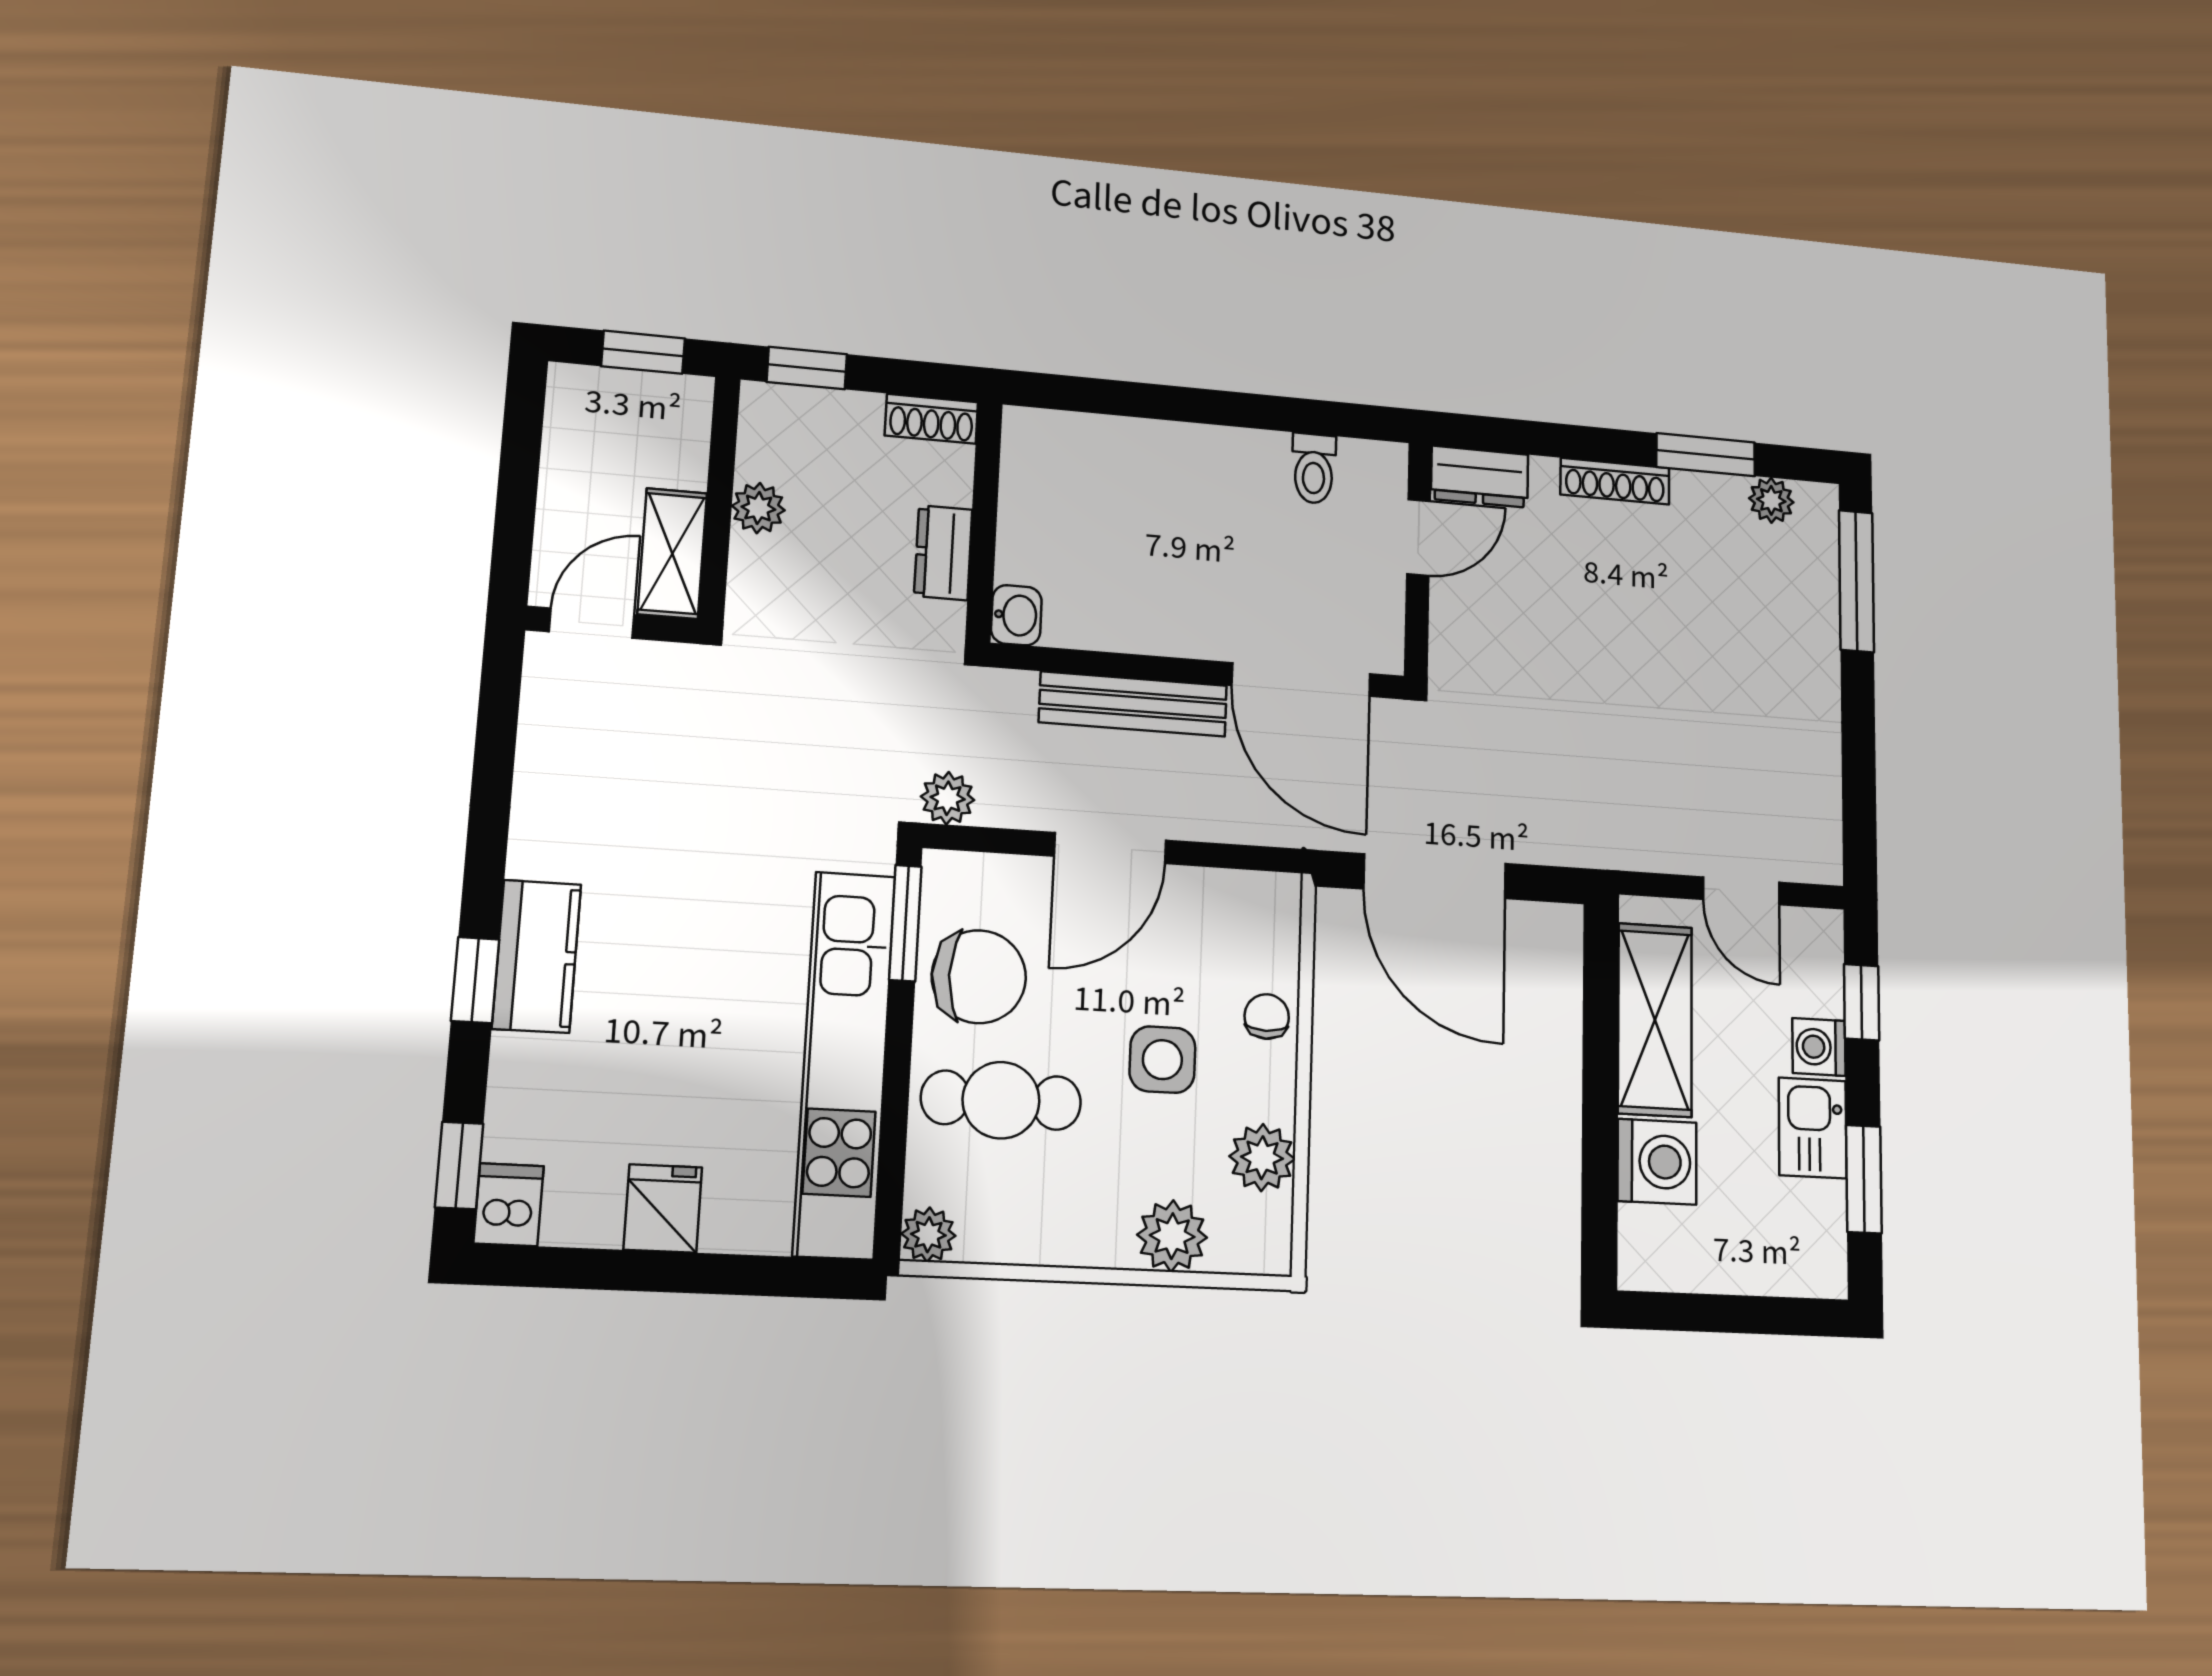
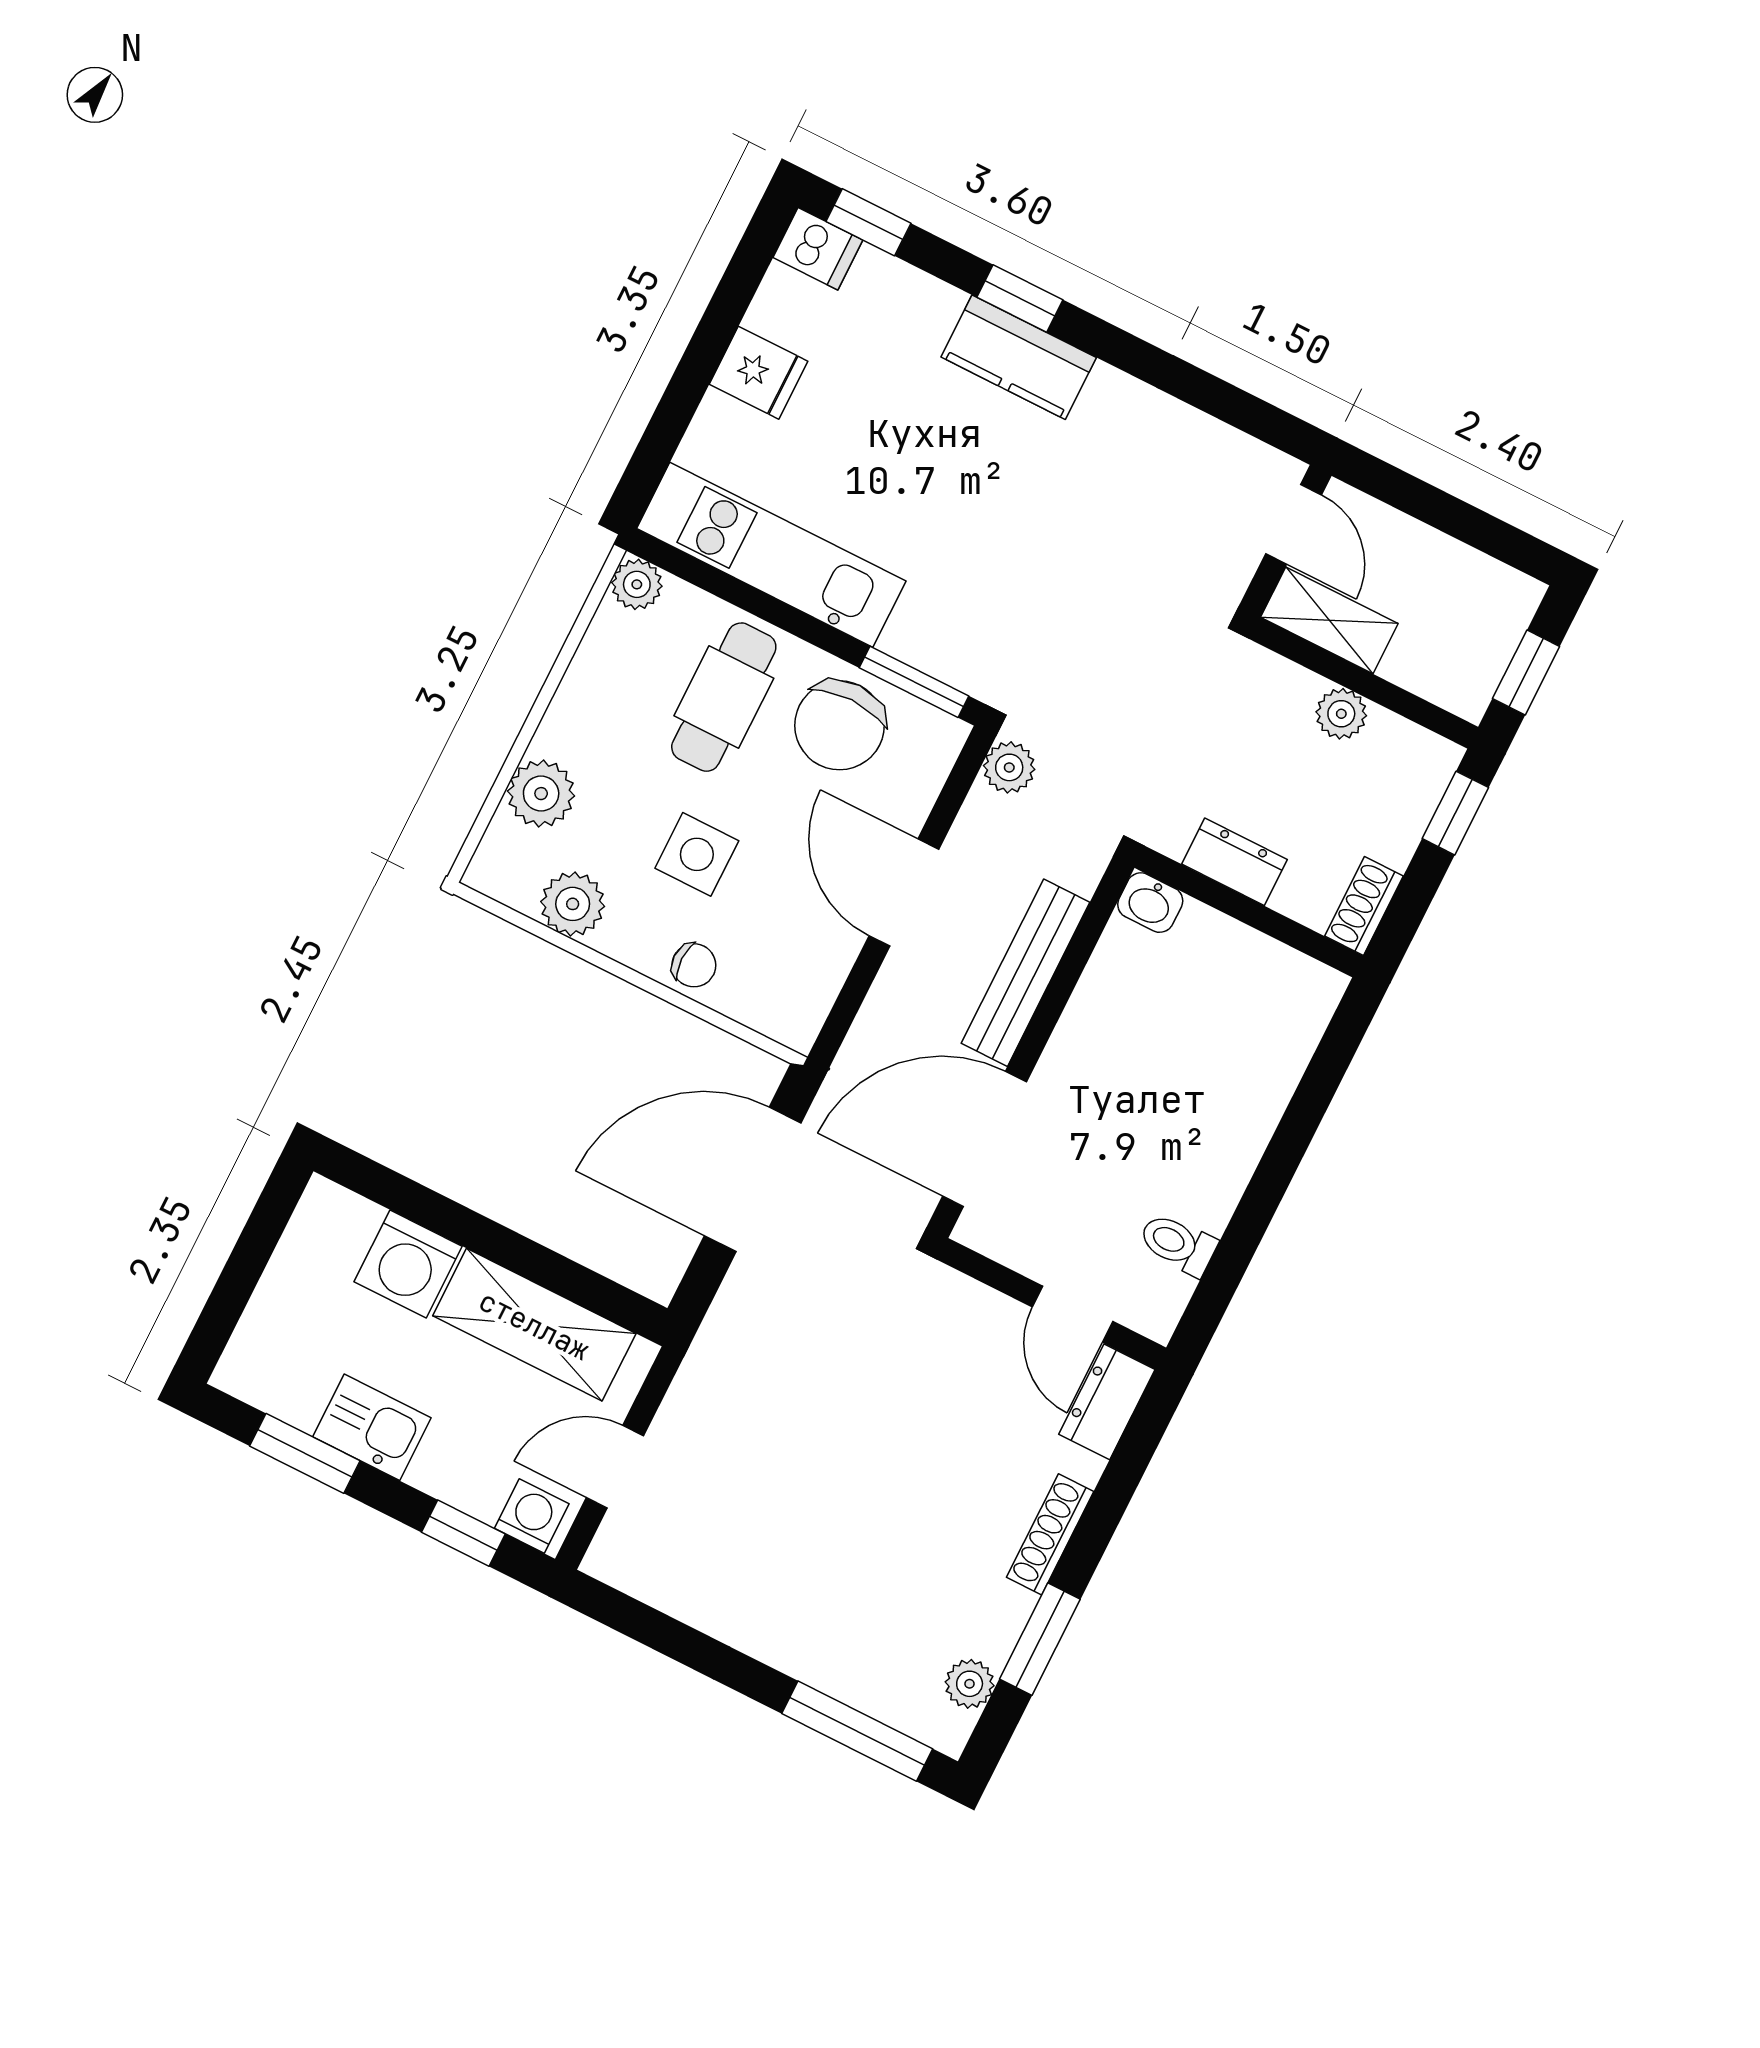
washing machine: (1819, 1047) -> (532, 1516), moved
kitchen unit: (844, 1064) -> (771, 555), width x0.73

